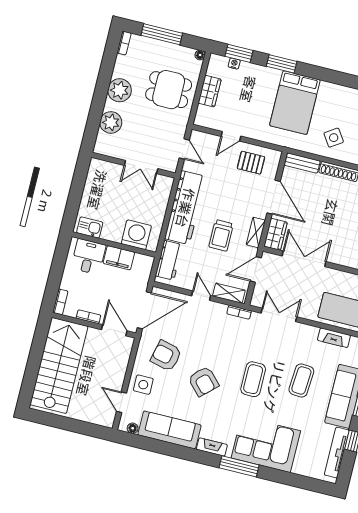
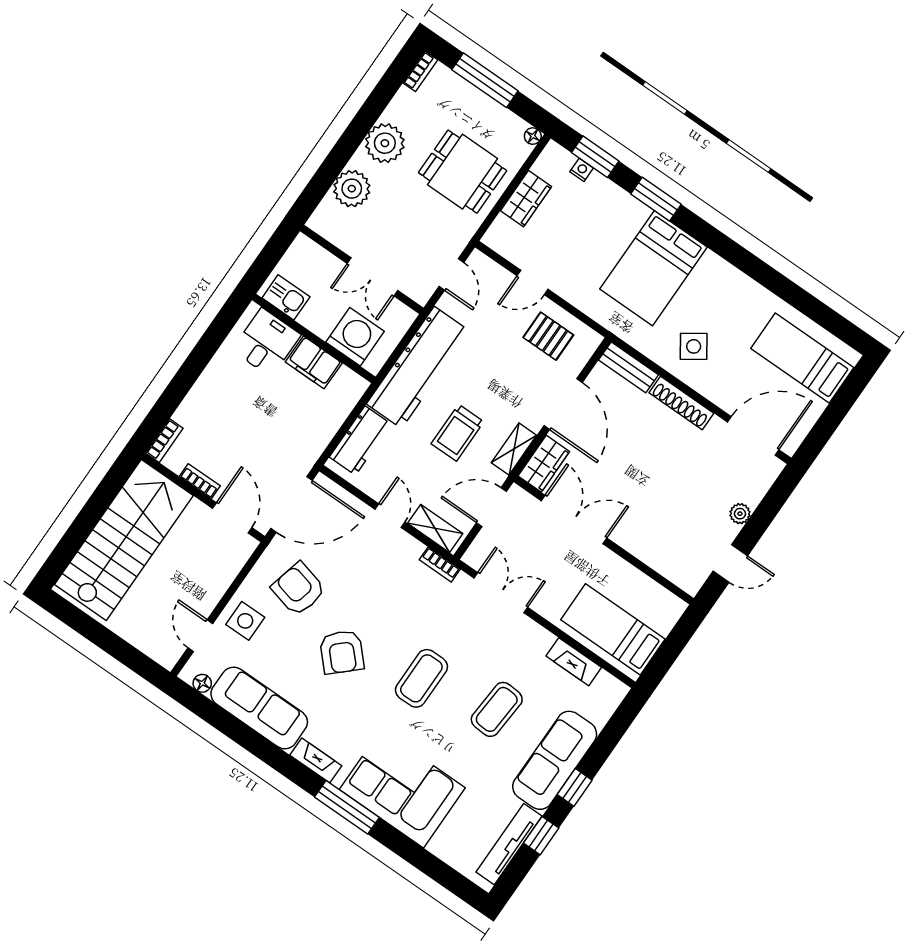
kitchen sink: (90, 227) -> (286, 297), moved
washing machine: (136, 235) -> (355, 337), moved
wall: (114, 244) -> (314, 339), moved
desk: (88, 257) -> (266, 342), moved
filing cabinet: (119, 258) -> (314, 362), moved

